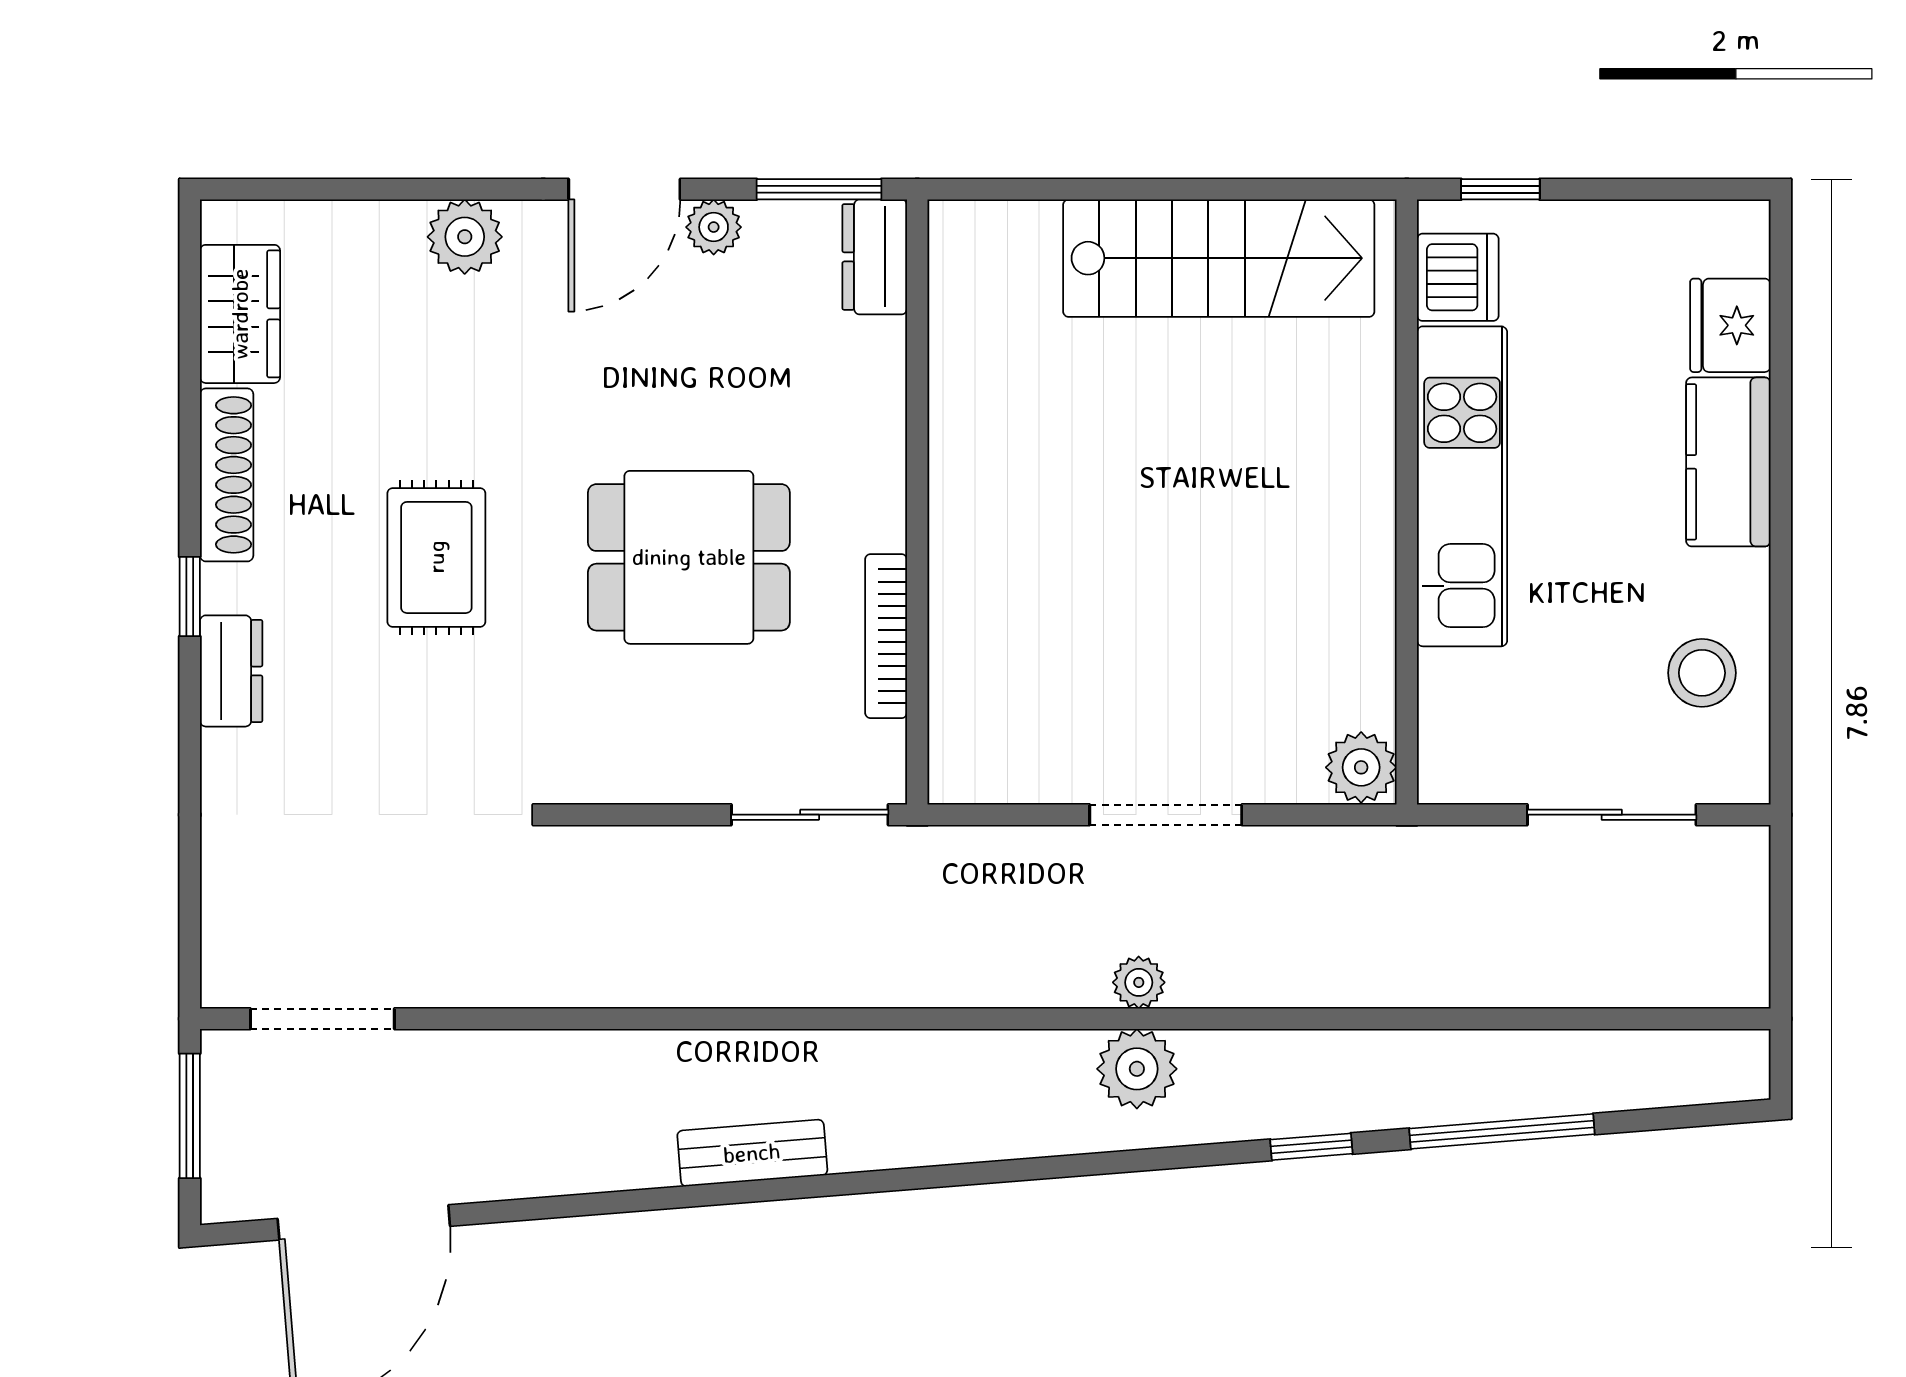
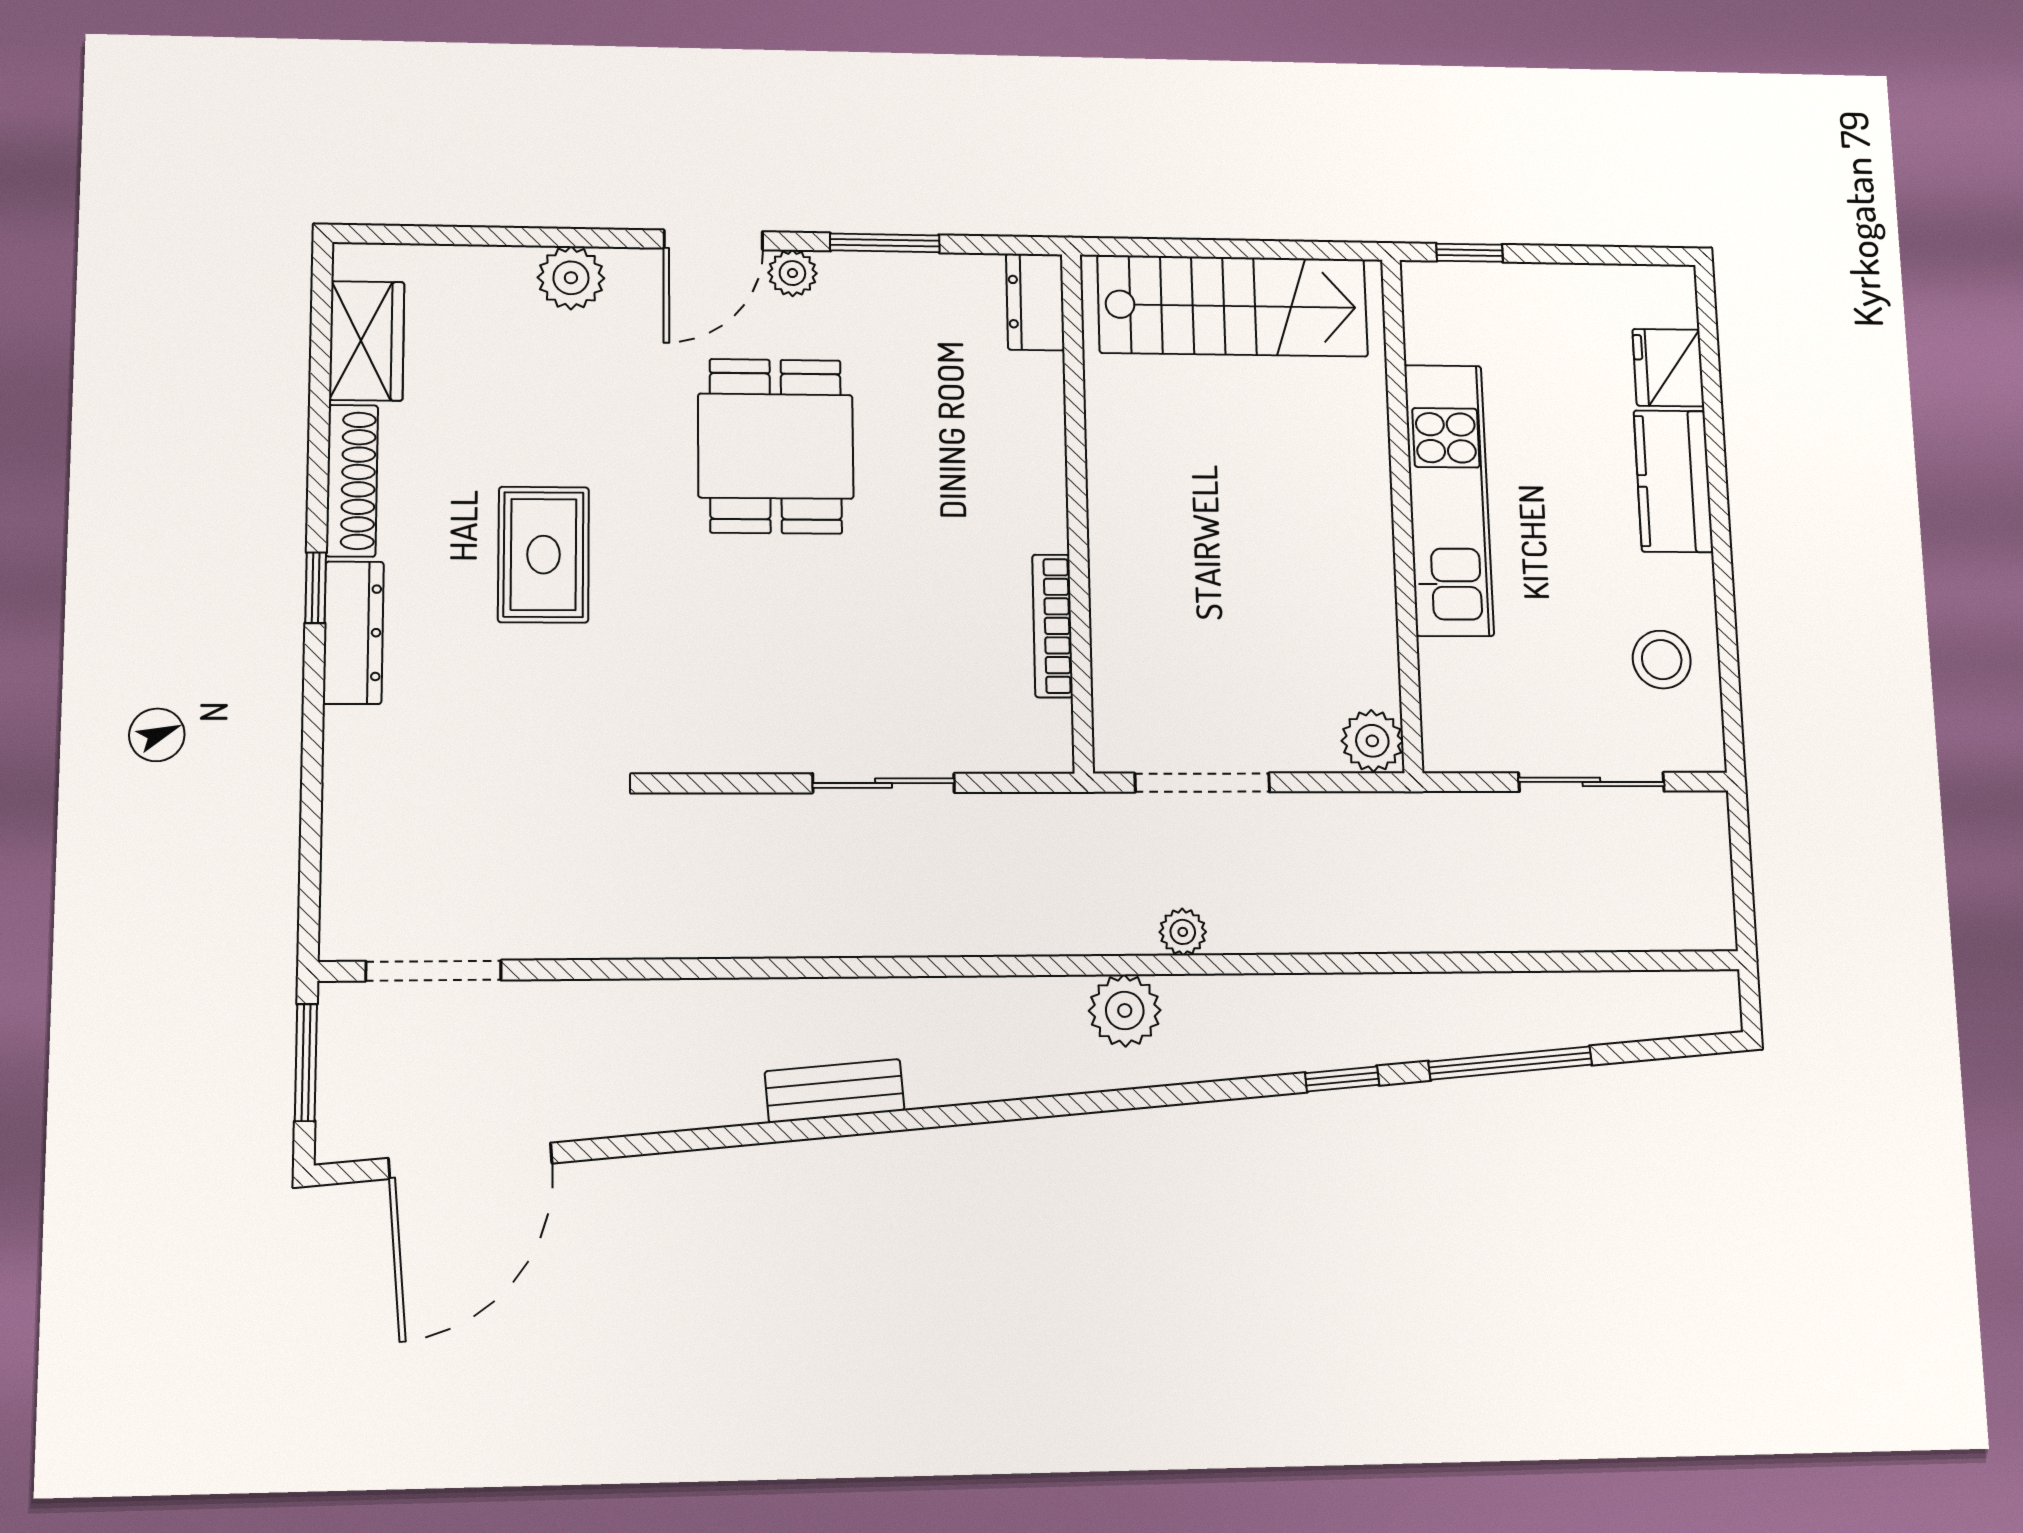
dresser: (875, 257) -> (1035, 302), moved
dishwasher: (1458, 277) -> (1437, 325), removed
wall: (917, 502) -> (1077, 510), moved
dining table: (689, 557) -> (776, 446), moved, turned 90
bookcase: (886, 636) -> (1053, 626), moved
dresser: (231, 671) -> (353, 633), width x1.44
plant: (1137, 1069) -> (1125, 1011), moved

